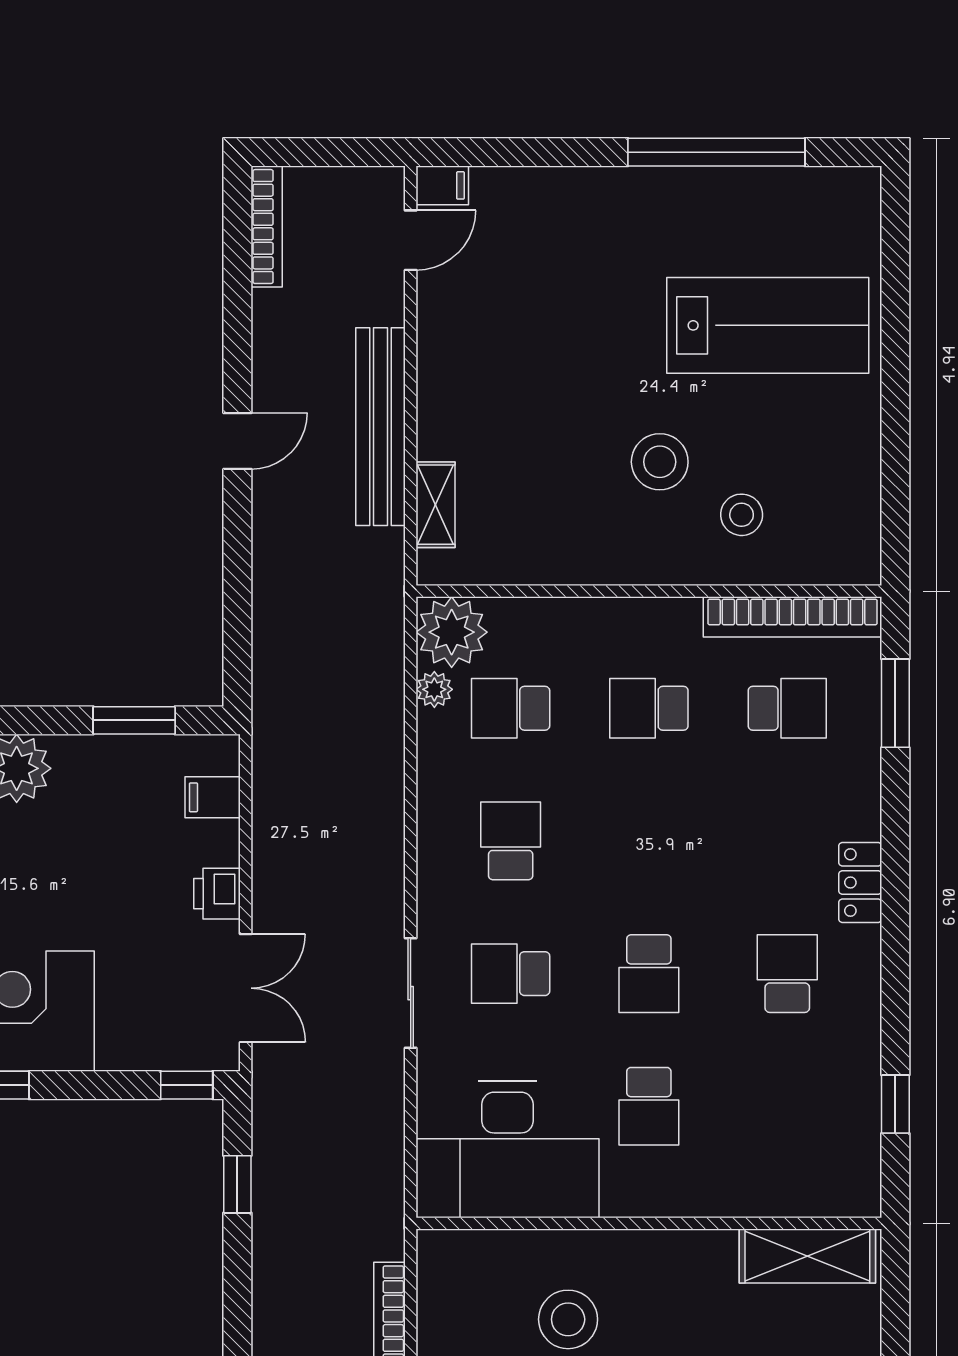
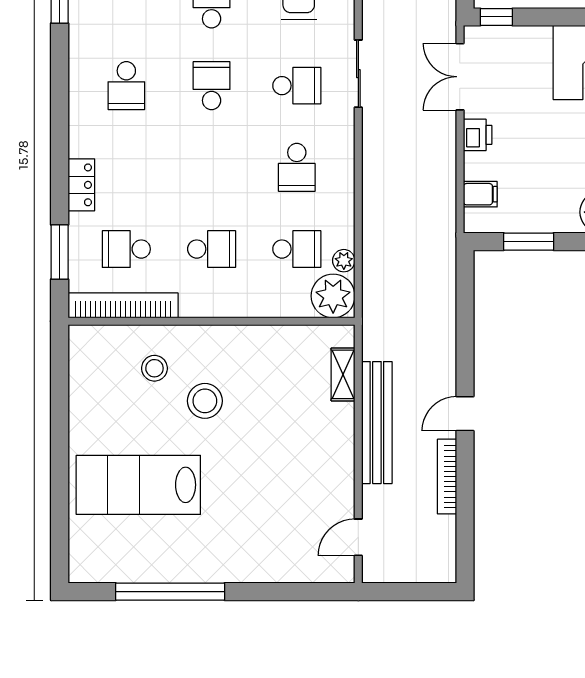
filing cabinet: (442, 185) -> (339, 571), removed
bookcase: (267, 227) -> (447, 477), moved
locker: (860, 883) -> (81, 185), moved

